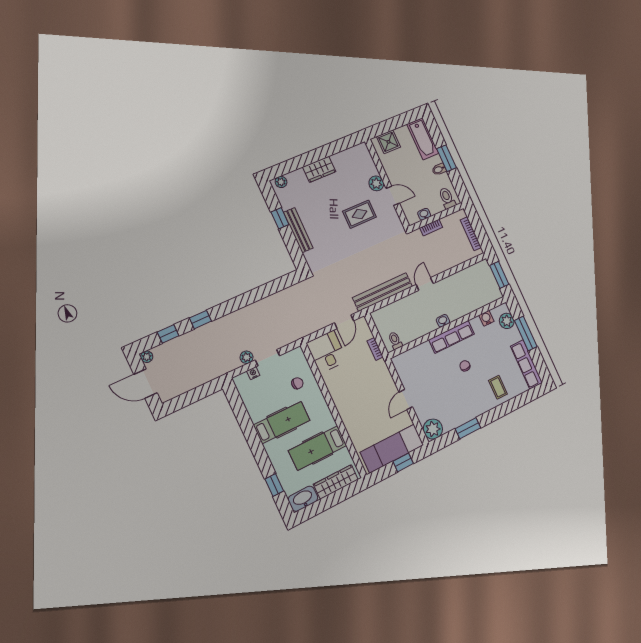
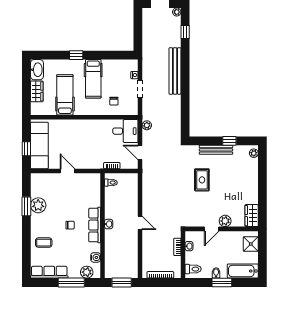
wardrobe: (319, 169) -> (252, 216), moved
rug: (359, 214) -> (202, 180), moved
bench: (383, 292) -> (175, 71), moved
window: (200, 320) -> (185, 57), removed
plant: (247, 357) -> (147, 125), moved
plant: (433, 429) -> (38, 205), moved
wardrobe: (336, 482) -> (37, 91), width x0.67
window: (274, 485) -> (76, 55), moved

